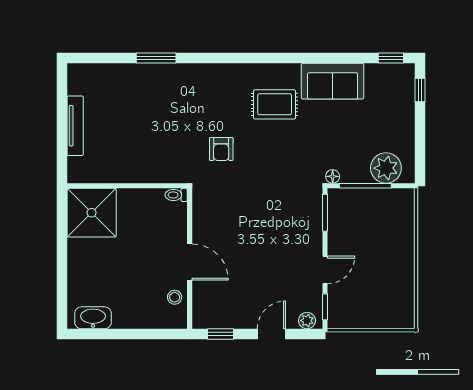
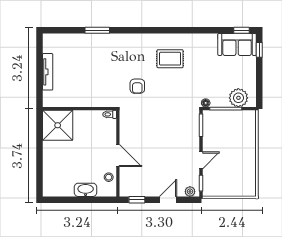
sofa: (333, 81) -> (237, 44), moved
washbasin: (93, 318) -> (86, 190), moved

